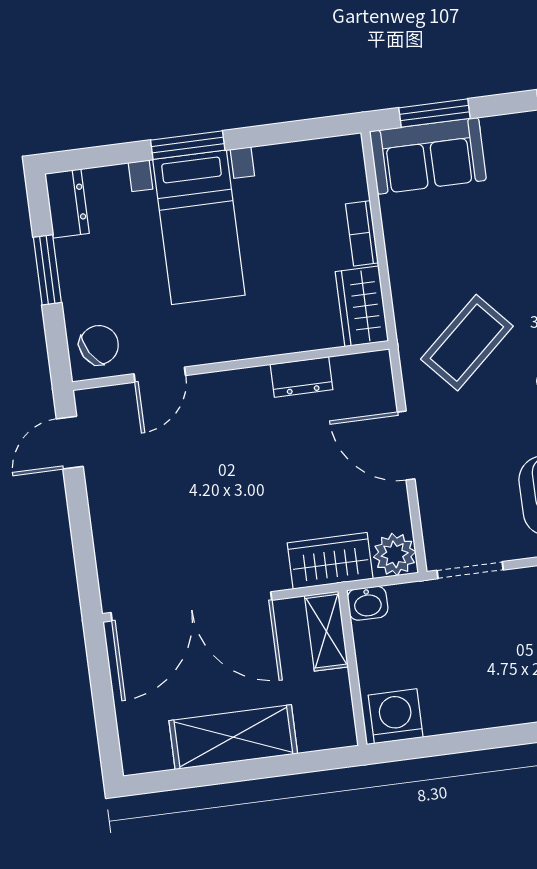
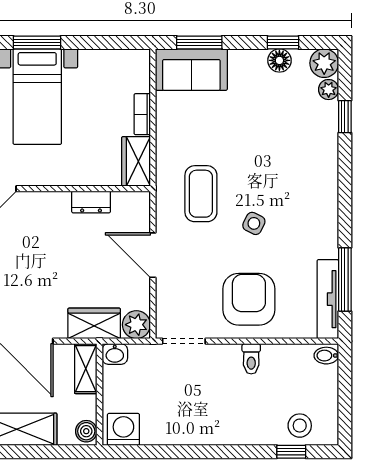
coffee table: (467, 343) -> (201, 194), turned -48
boiler: (339, 726) -> (86, 431), added

